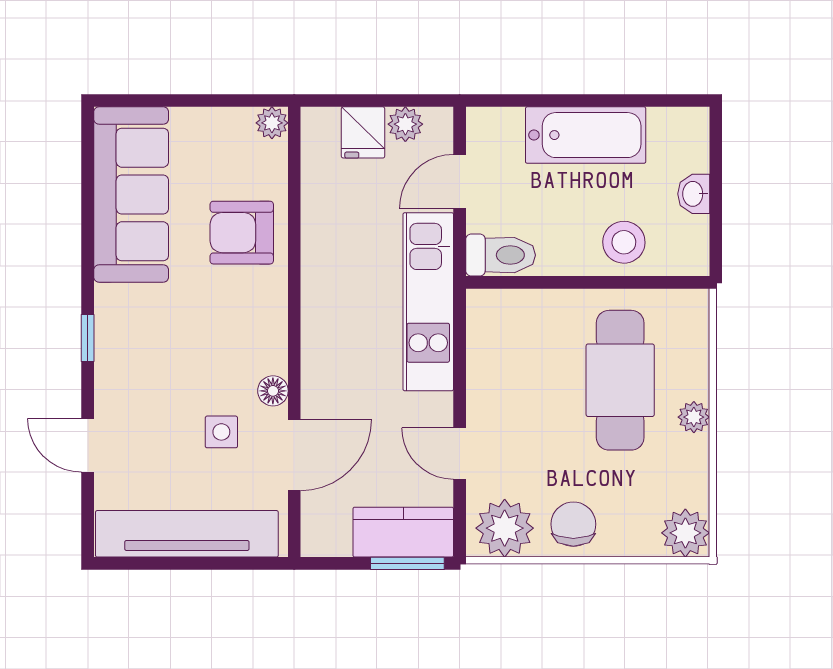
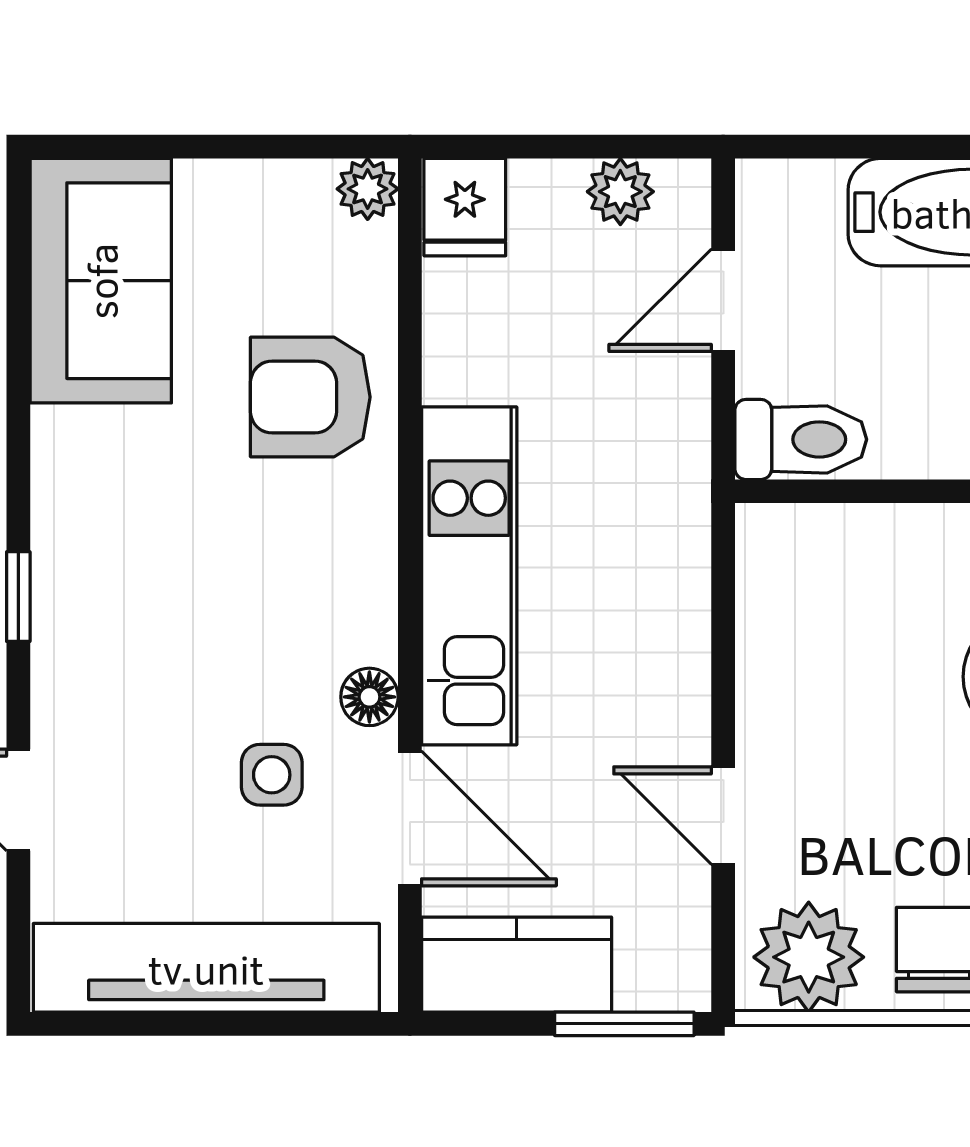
fridge: (363, 132) -> (465, 207), moved
sofa: (131, 195) -> (101, 281), width x0.73
kitchen unit: (428, 302) -> (469, 576), moved, turned 180
door: (294, 455) -> (410, 818), hinge flipped
kitchen counter: (403, 532) -> (517, 965), moved

